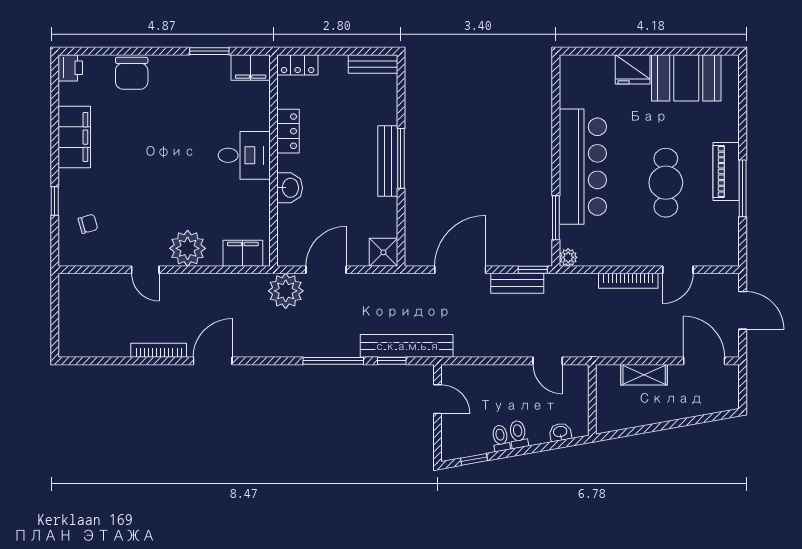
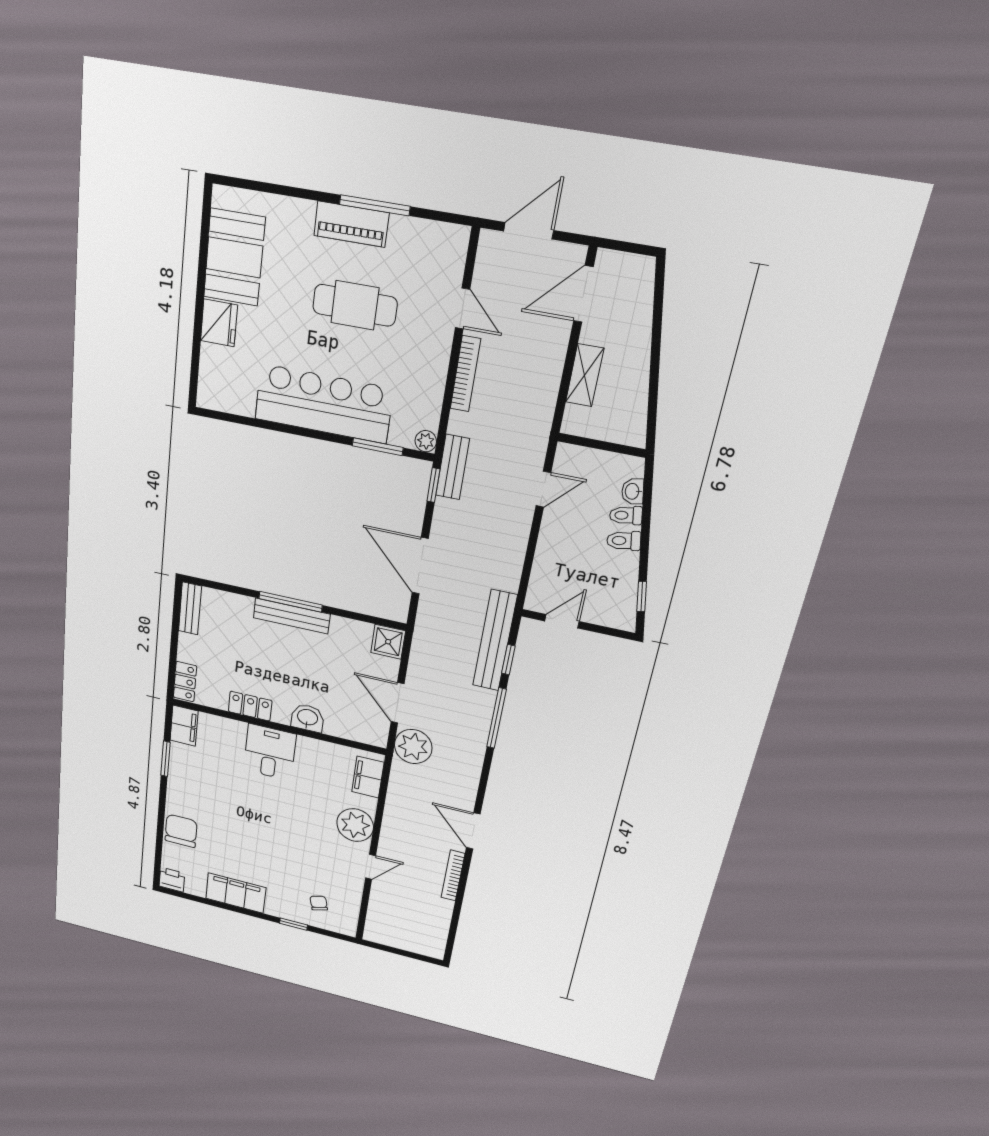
chair: (132, 73) -> (181, 831), turned -90
bench: (517, 283) -> (453, 467), moved
toilet: (501, 438) -> (626, 515), moved

